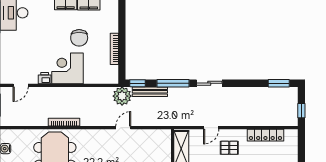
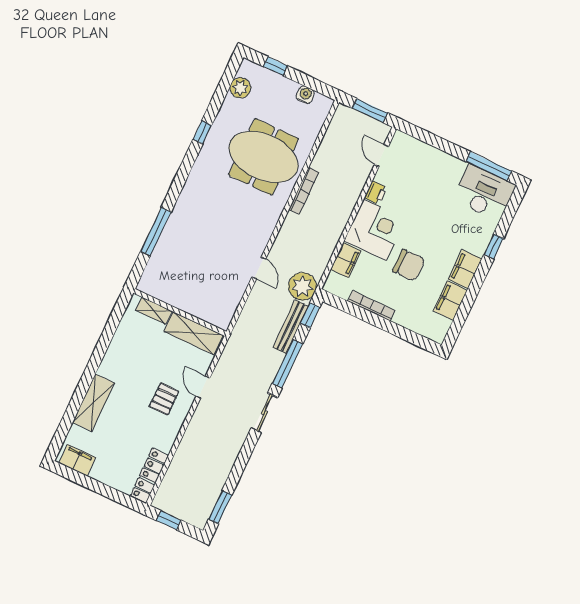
chair: (79, 38) -> (409, 265), turned 180
filing cabinet: (94, 77) -> (346, 260), added
locker: (265, 135) -> (149, 475), moved

